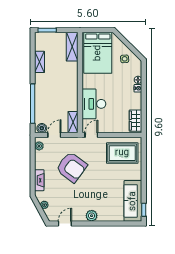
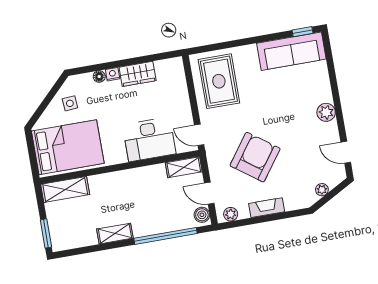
shelving: (40, 62) -> (115, 234), moved
wardrobe: (135, 121) -> (138, 74), moved
fireplace: (39, 180) -> (267, 208), moved

